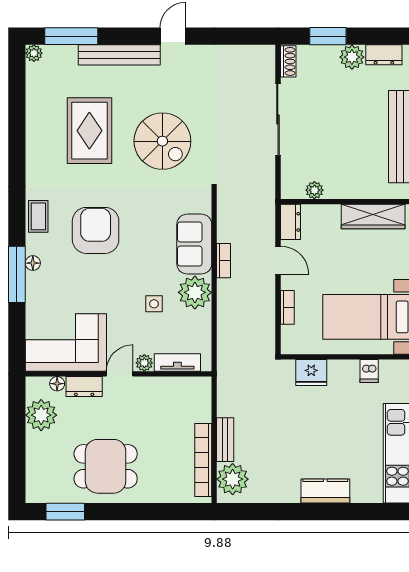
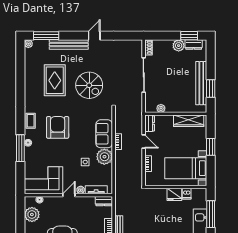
window: (328, 36) -> (189, 36), moved
fridge: (311, 373) -> (174, 194), moved
dresser: (84, 387) -> (104, 201), moved

